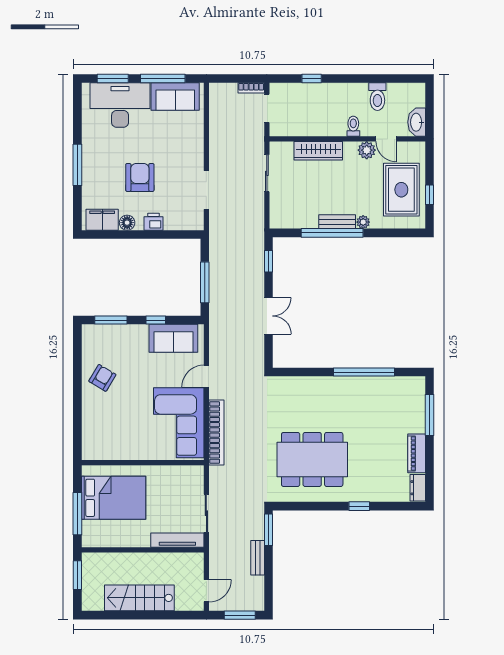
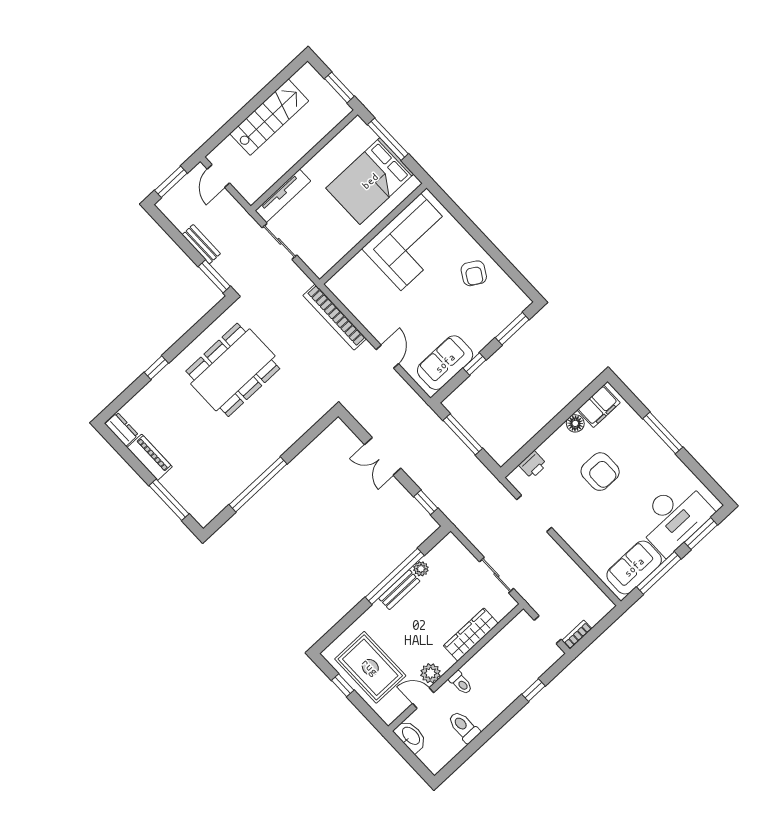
printer: (154, 222) -> (533, 465), moved
plant: (363, 222) -> (421, 569), moved
corner sofa: (179, 423) -> (411, 242), moved, turned 90

